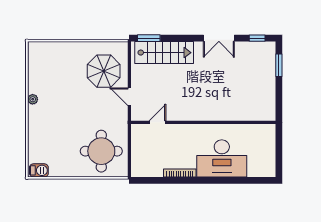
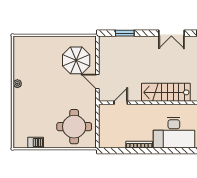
window: (149, 38) -> (125, 33), moved
stairs: (164, 53) -> (166, 92), moved, turned 180
barbecue: (39, 170) -> (36, 143), moved

